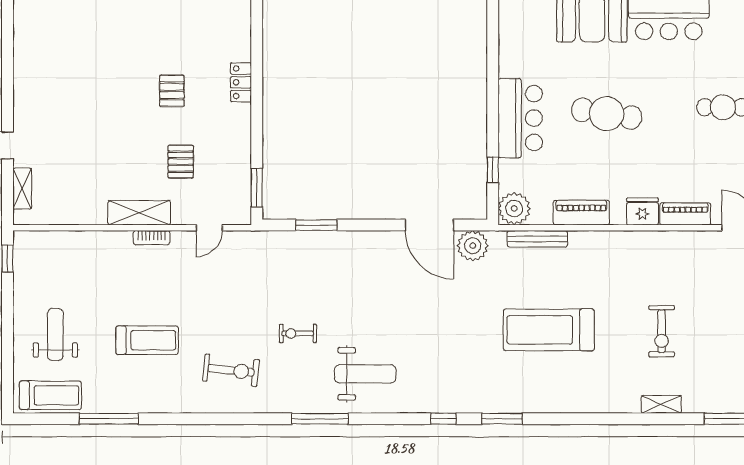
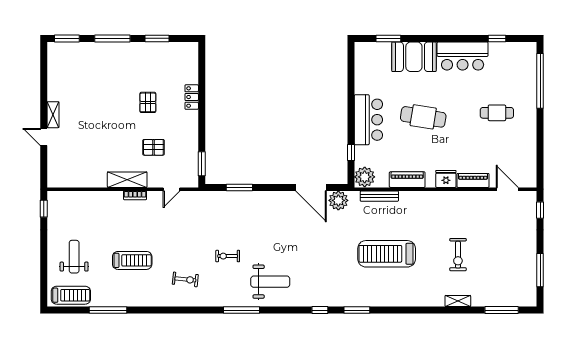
pallet: (181, 162) -> (153, 147), turned 90
shelving: (22, 189) -> (53, 115), moved
exercise bike: (231, 370) -> (185, 279), width x0.73, depth x0.72

